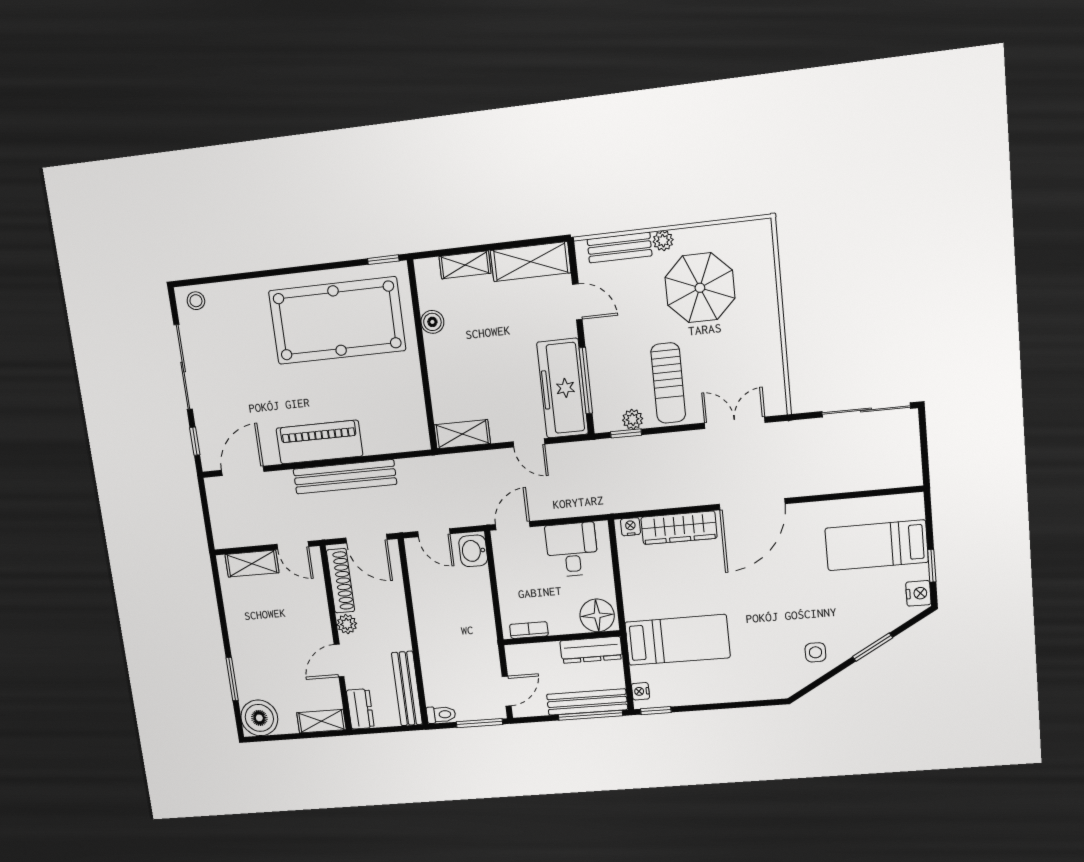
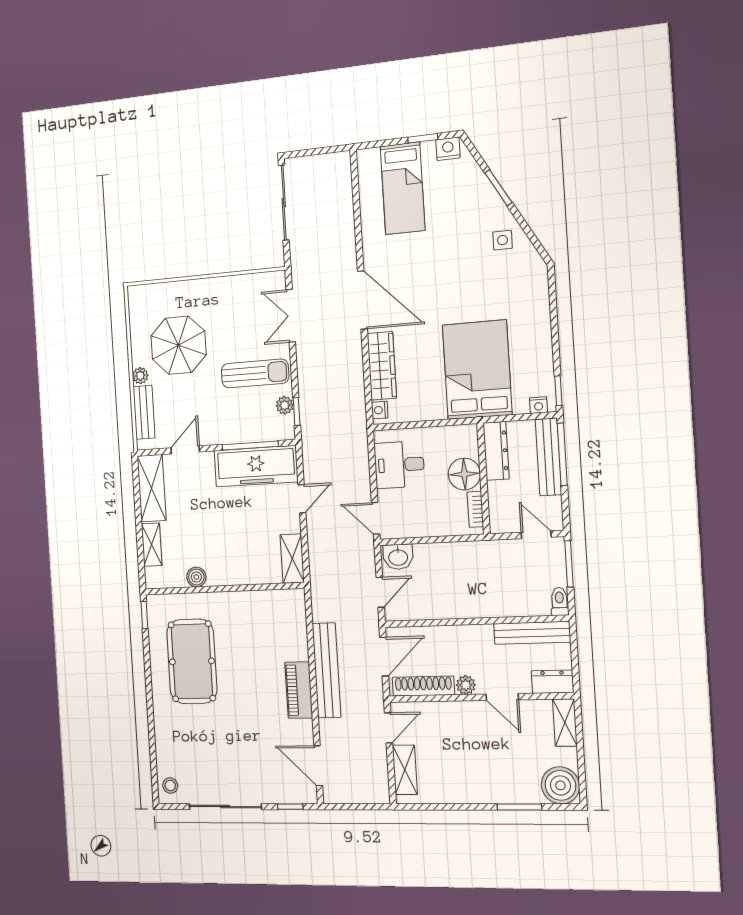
pool table: (337, 321) -> (192, 661), width x0.73, depth x0.76
piano: (319, 442) -> (299, 690), width x0.73, depth x0.75
floor lamp: (597, 615) -> (464, 474), moved
bed: (677, 640) -> (477, 370), width x1.50

